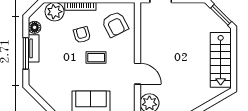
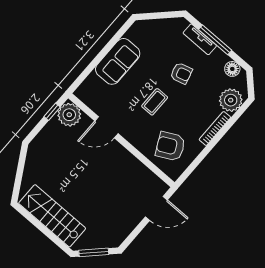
armchair: (82, 35) -> (181, 73), moved
tv unit: (34, 48) -> (200, 39), moved

